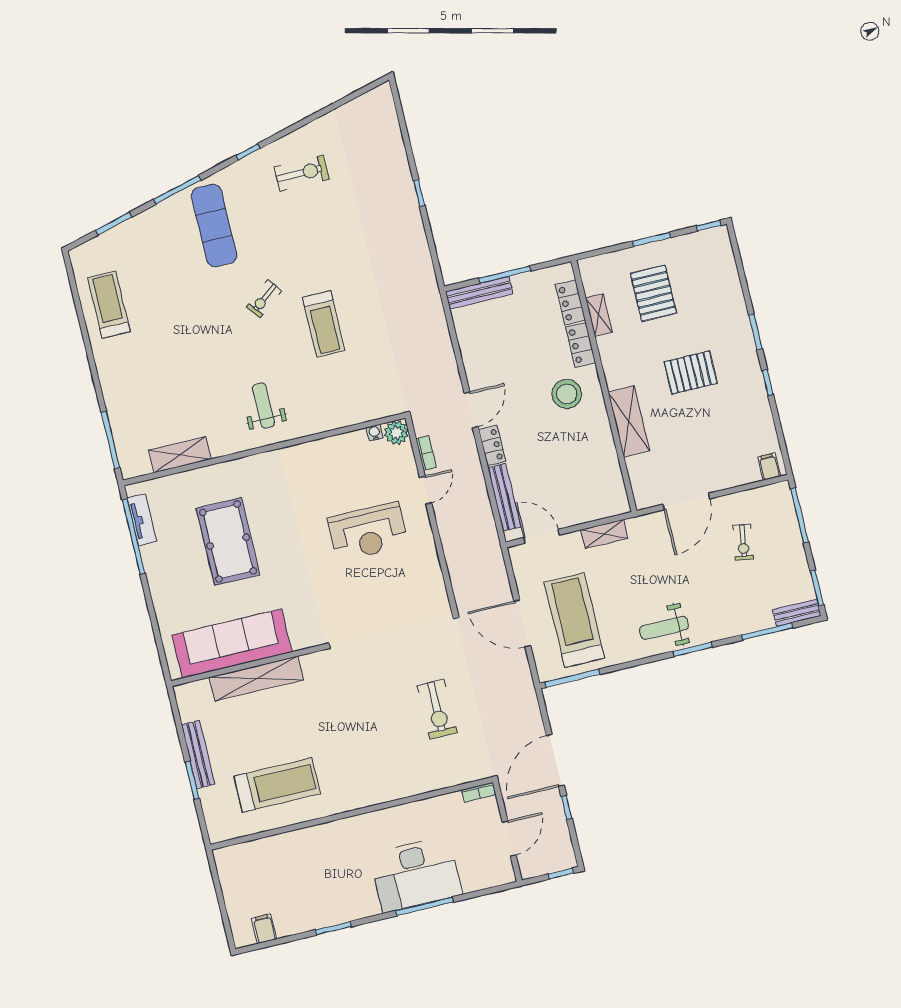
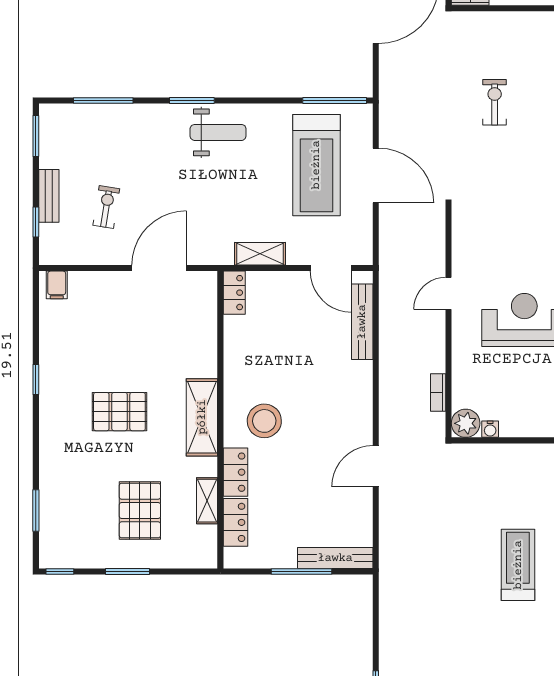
window: (755, 332) -> (36, 511), moved
door: (471, 410) -> (376, 466), moved
shelving: (629, 421) -> (202, 417), moved
locker: (492, 445) -> (234, 293), moved, turned 180
door: (425, 490) -> (449, 293), moved
window: (800, 515) -> (36, 222), width x0.46
bench: (797, 613) -> (49, 196), moved, turned 90
exercise bike: (437, 709) -> (495, 102), width x0.73, depth x0.72

